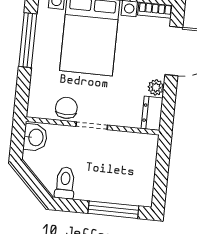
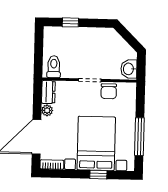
toilet: (65, 183) -> (54, 67), moved, turned 180
window: (113, 210) -> (70, 22), width x0.46

